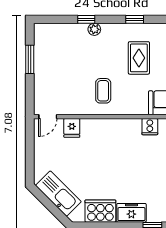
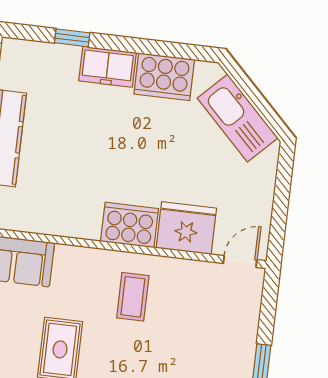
cooker: (150, 127) -> (130, 225), moved, width x1.87, depth x1.31
fridge: (72, 128) -> (186, 228), width x1.88, depth x1.34

